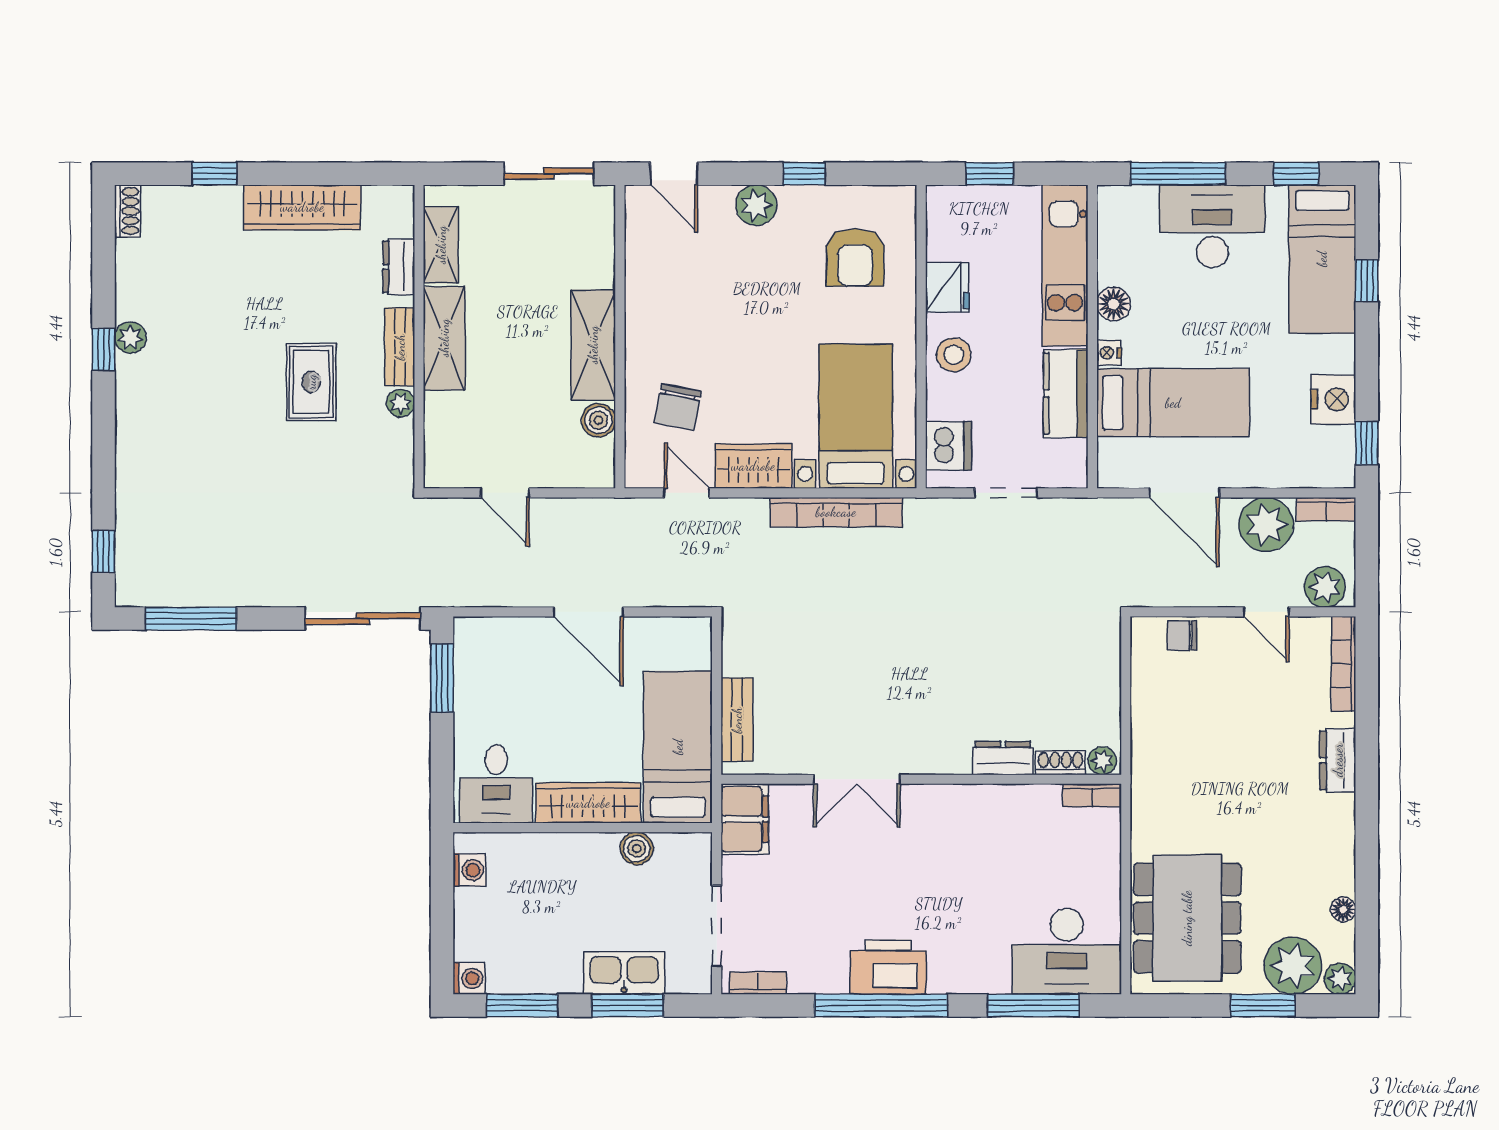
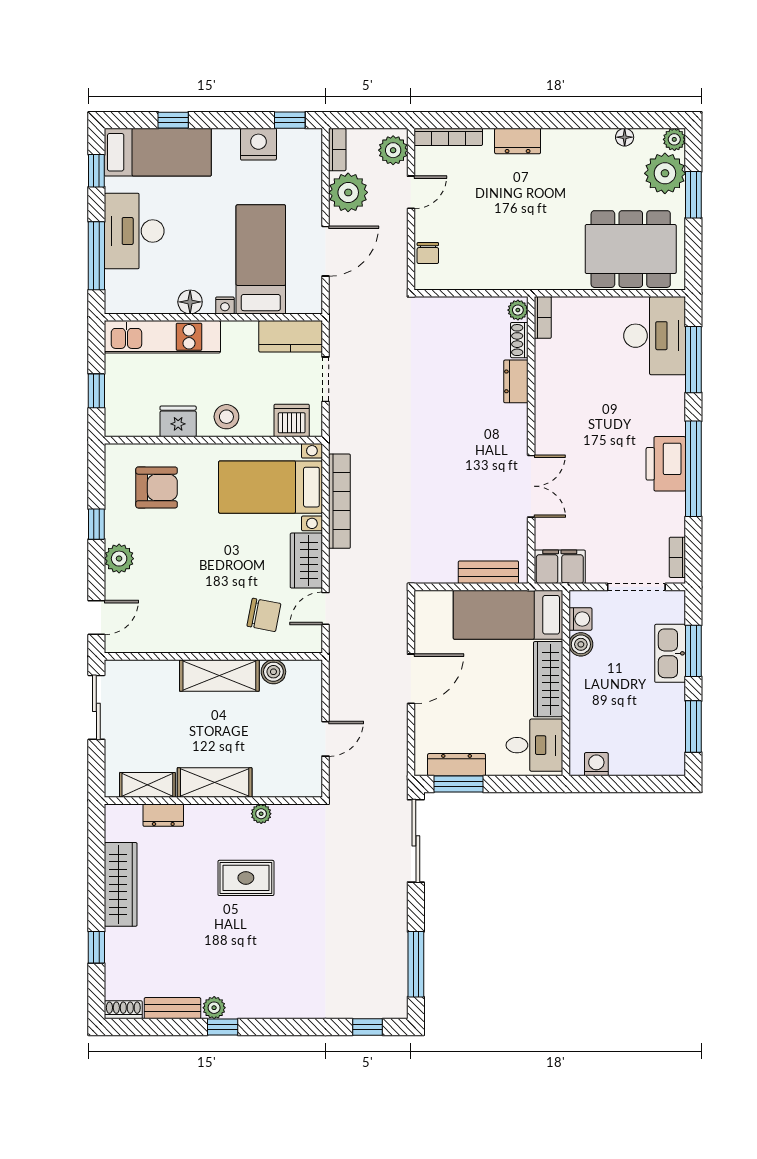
bench: (400, 347) -> (172, 1008), moved
kitchen counter: (1066, 393) -> (291, 336), moved
dresser: (469, 675) -> (457, 765), added
washing machine: (469, 978) -> (580, 619), moved, turned 90

